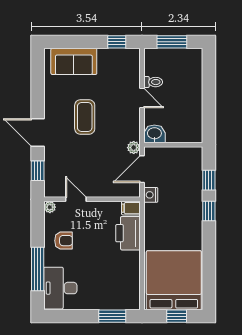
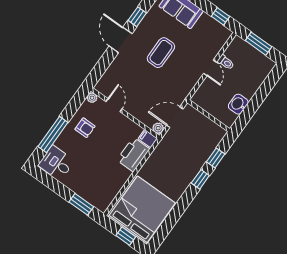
washbasin: (154, 134) -> (238, 104), moved, turned -90
plant: (134, 148) -> (158, 128), moved
window: (38, 171) -> (137, 17), moved
nightstand: (151, 195) -> (168, 139), removed
desk: (60, 288) -> (56, 163), width x0.73

